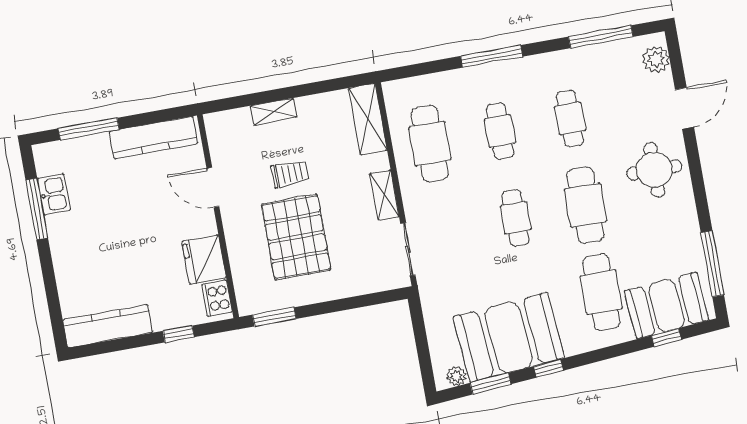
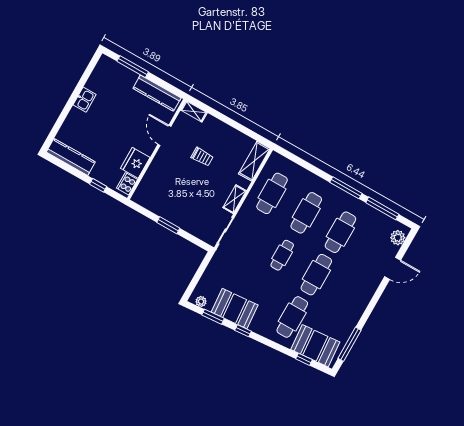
window: (492, 56) -> (346, 188), moved
shelving: (274, 112) -> (194, 111), moved
cafe table: (570, 118) -> (340, 232), width x1.37, depth x1.35
cafe table: (500, 131) -> (306, 213), width x1.37, depth x1.35
round table: (654, 170) -> (358, 284), removed
kitchen sink: (54, 194) -> (85, 100), moved
window: (37, 209) -> (82, 82), removed
pallet: (296, 237) -> (182, 186), removed
window: (274, 317) -> (168, 225), moved
booth: (509, 337) -> (235, 309), width x0.73, depth x0.70

